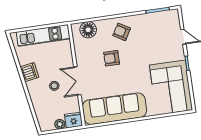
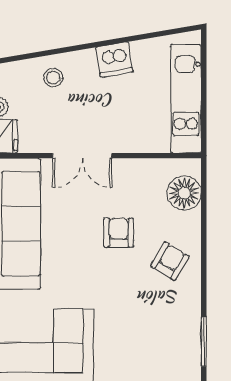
double door: (77, 81) -> (82, 156), swing flipped
stool: (54, 86) -> (53, 78), moved

